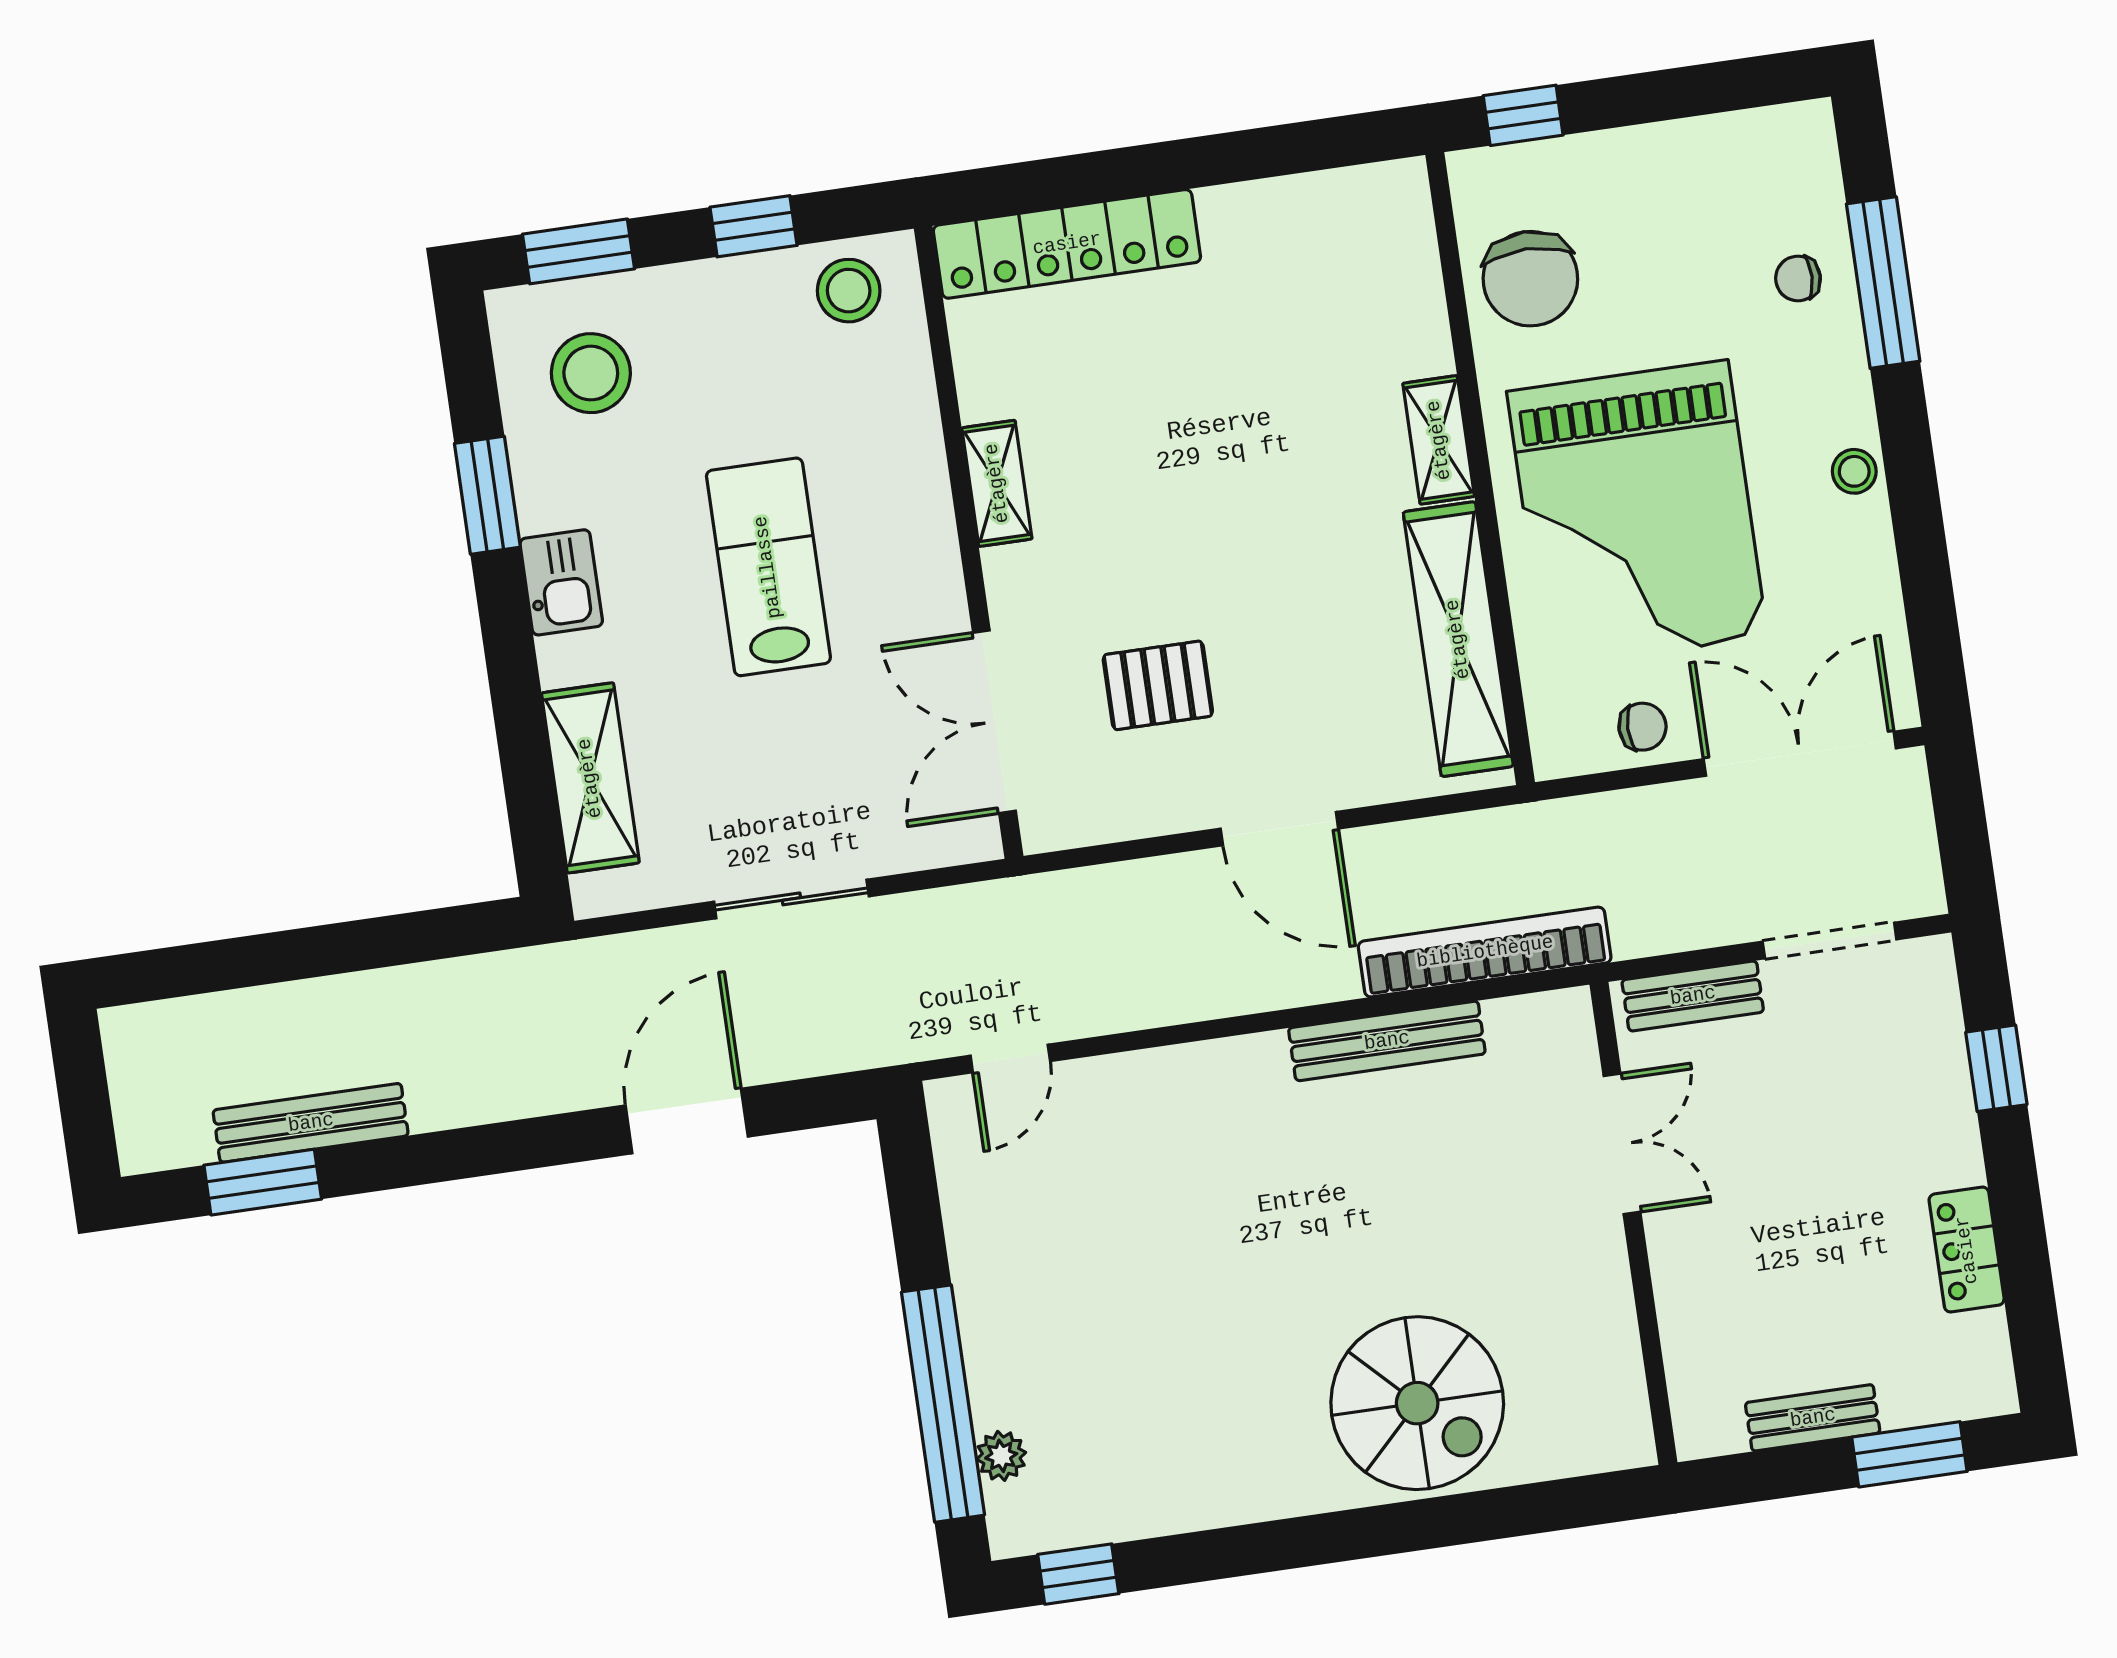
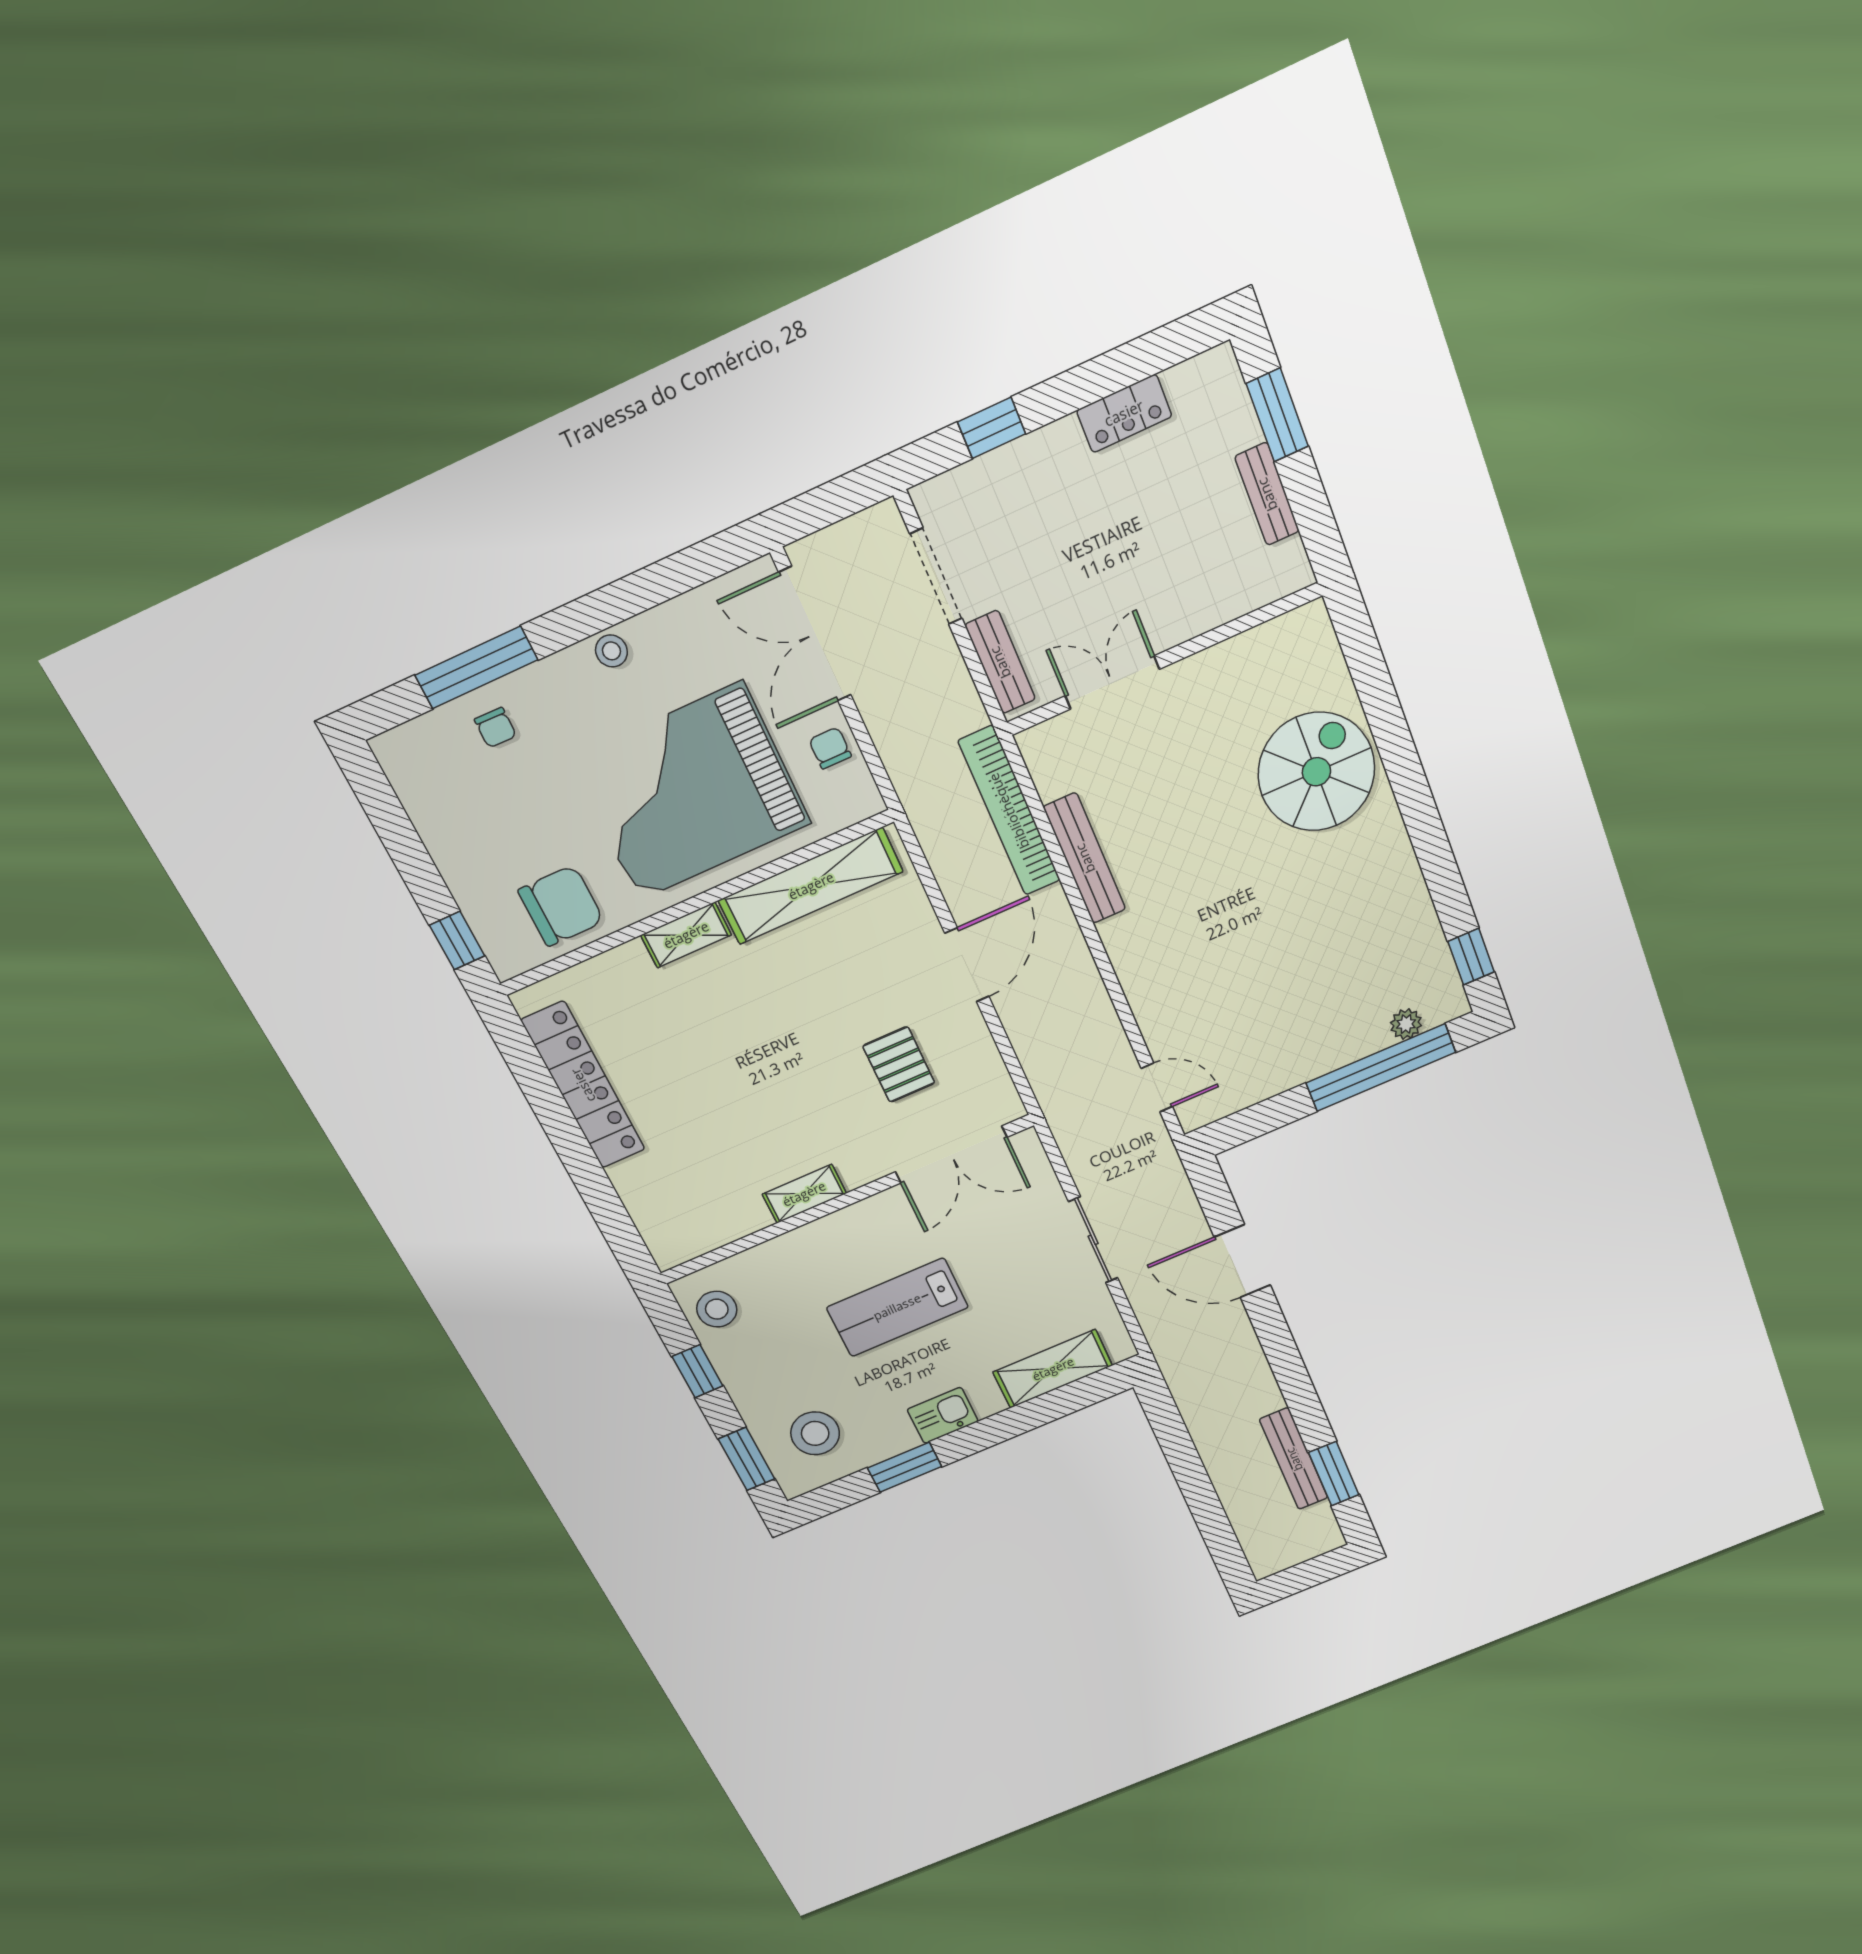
locker: (1067, 244) -> (583, 1085), moved
grand piano: (1637, 514) -> (690, 792), turned 180

